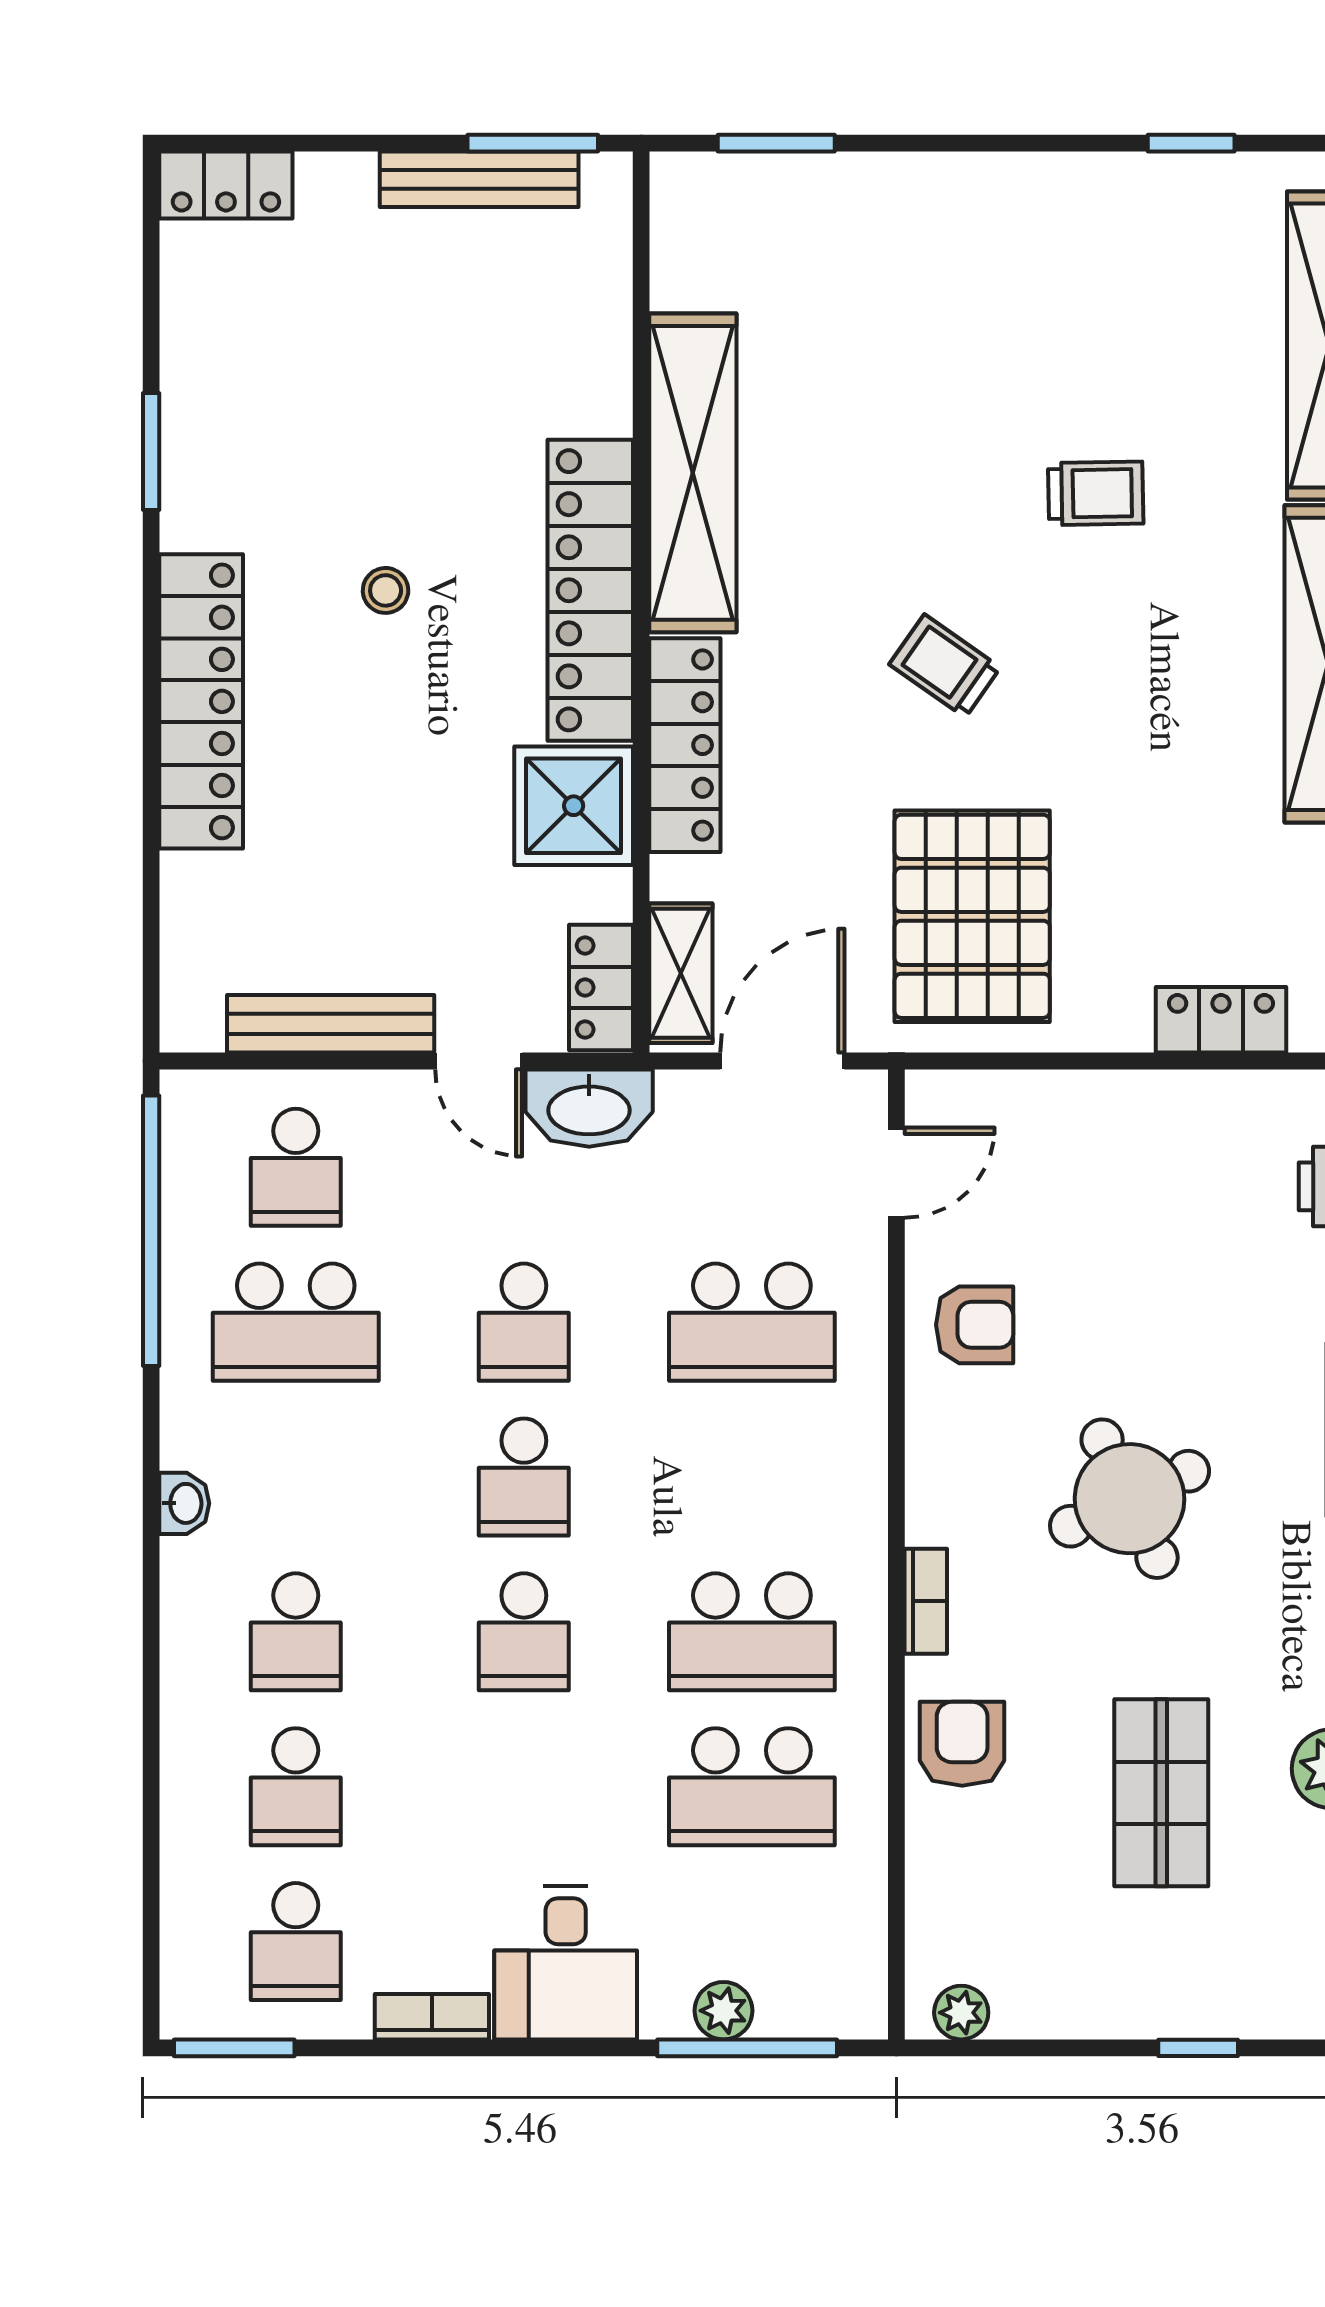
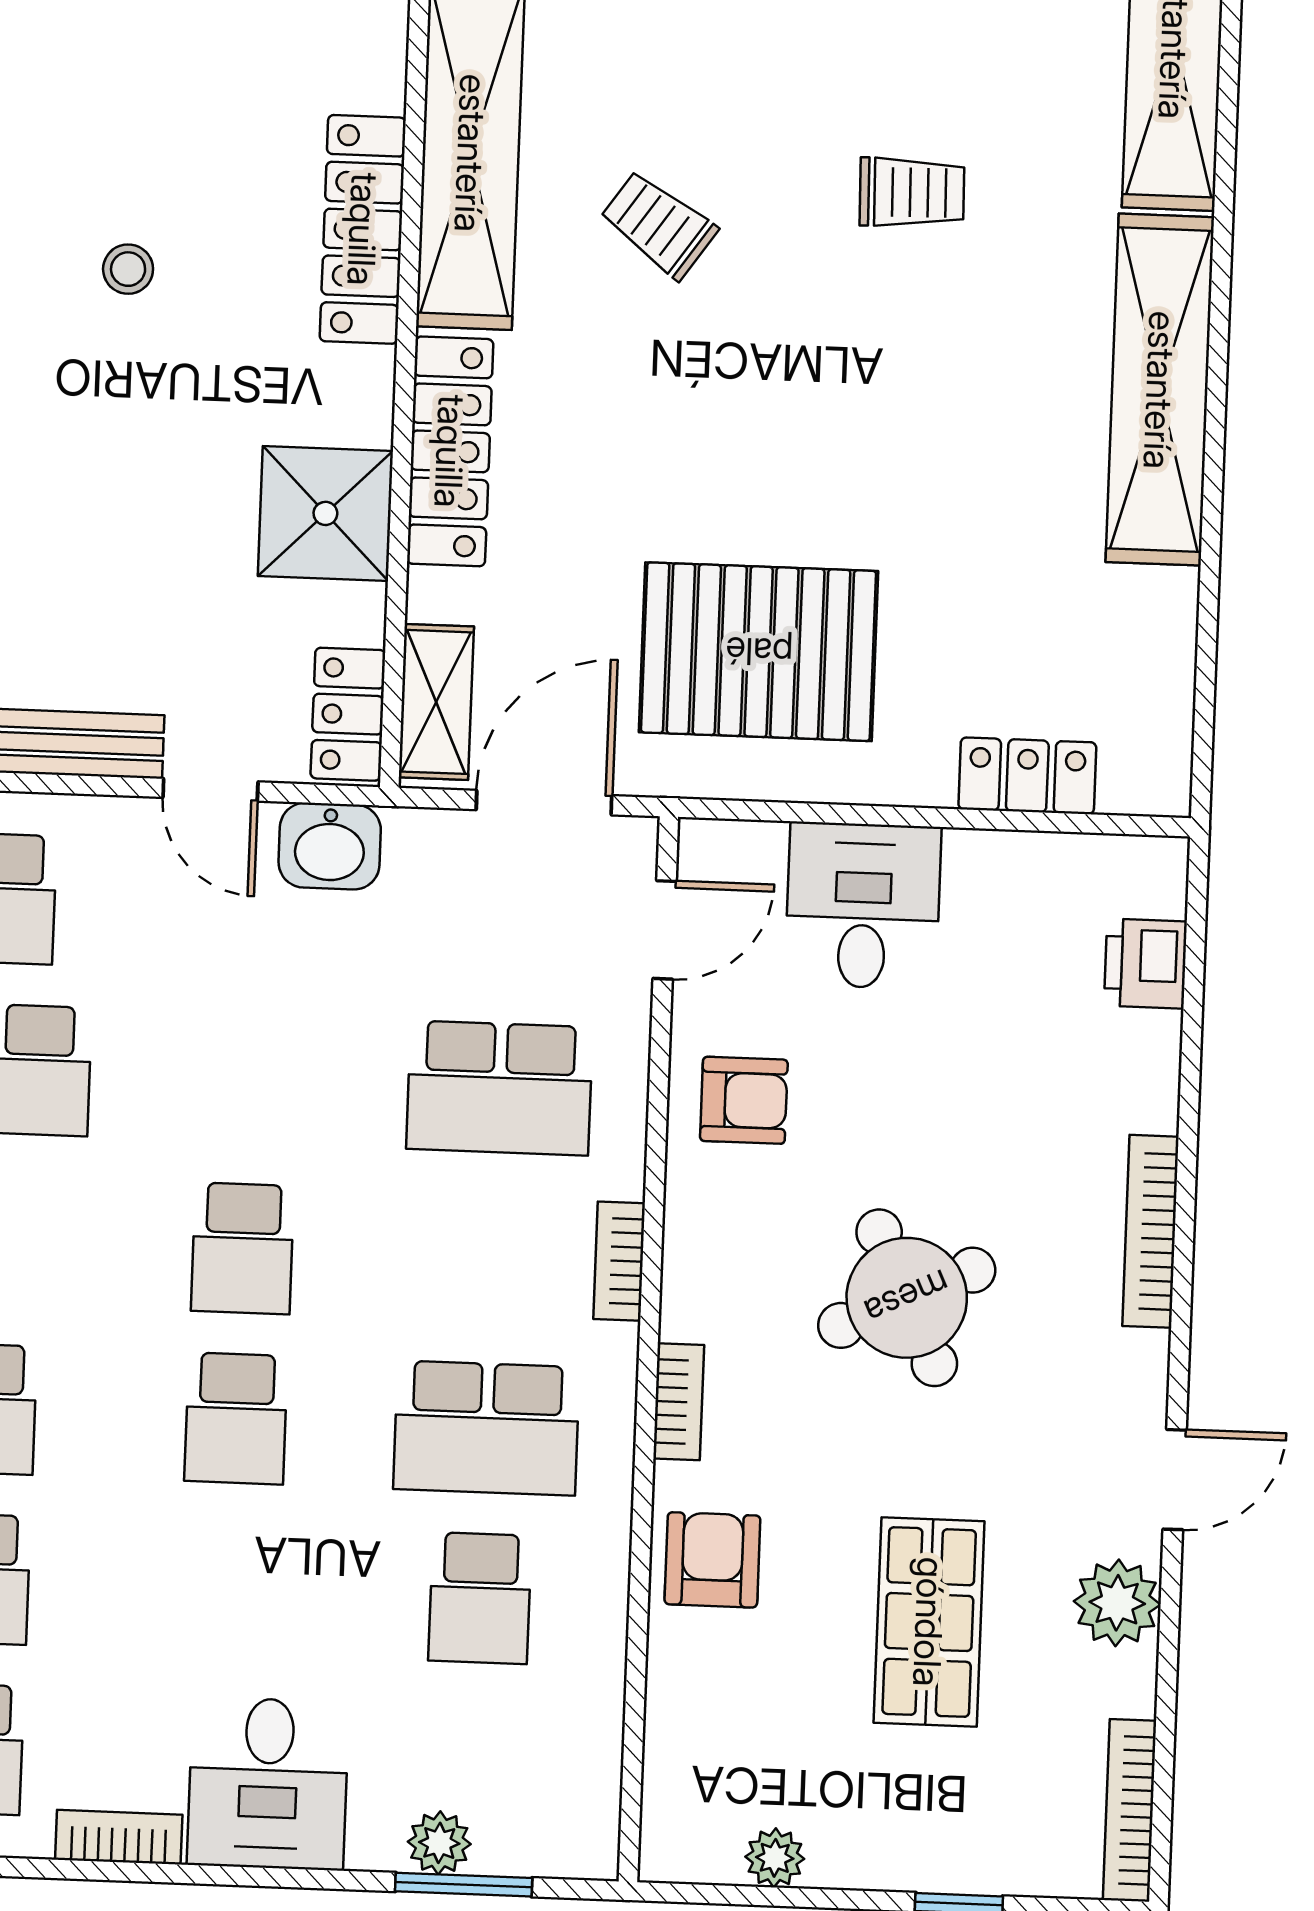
locker: (590, 590) -> (363, 229), width x0.71, depth x0.83
trolley: (945, 666) -> (659, 225), moved
pallet: (972, 916) -> (759, 652), turned 90
washbasin: (589, 1108) -> (330, 846), width x0.72
desk: (1076, 1144) -> (863, 906), added
school desk: (524, 1322) -> (249, 1078), removed
bookcase: (867, 1475) -> (619, 1261), added
school desk: (752, 1787) -> (480, 1598), width x0.54
plant: (961, 2013) -> (775, 1858), moved
window: (747, 2048) -> (464, 1885), width x0.69

